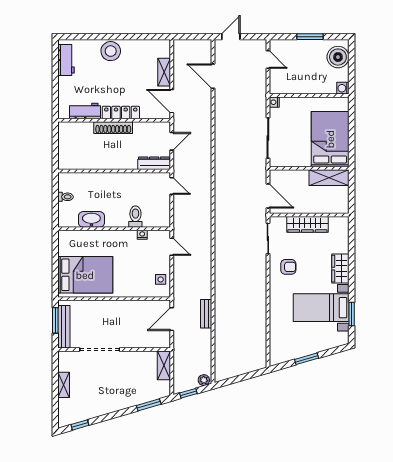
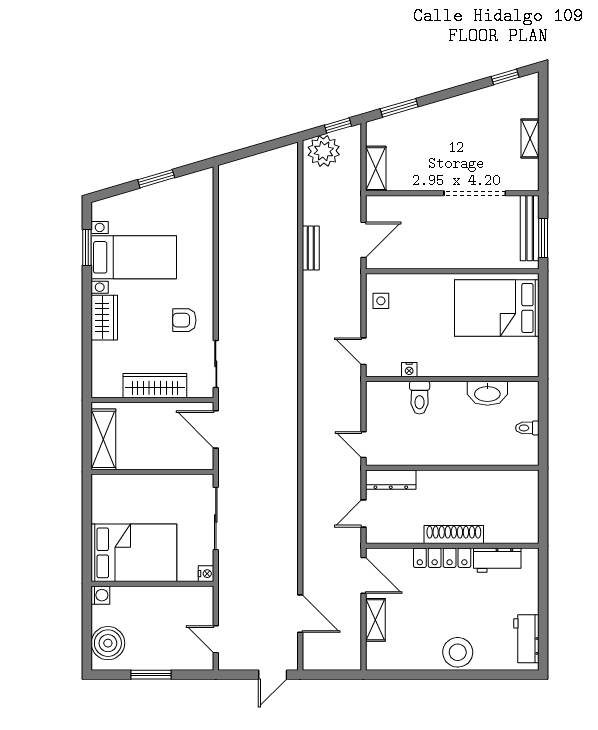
bed: (330, 139) -> (134, 553), moved, turned -90
shelving: (329, 178) -> (103, 439), moved, turned 90
plant: (204, 380) -> (324, 151), width x1.88, depth x1.88

